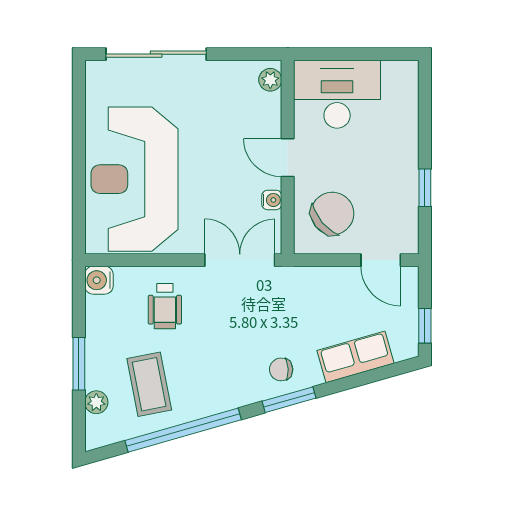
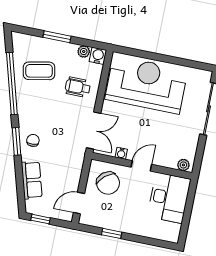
plant: (96, 402) -> (84, 52), moved

